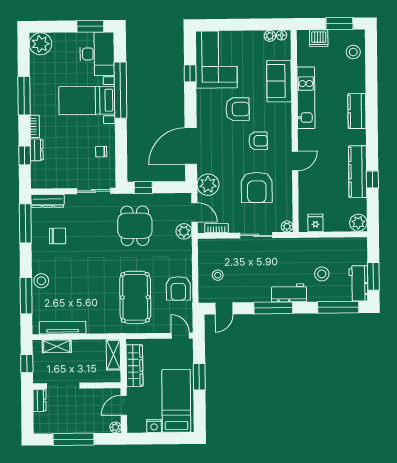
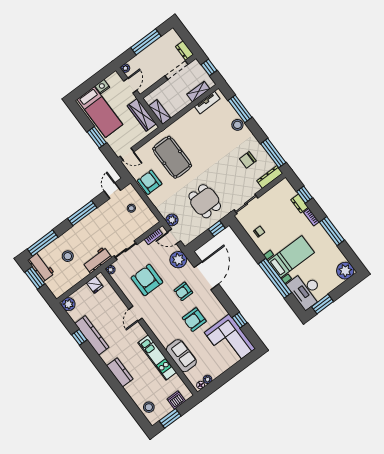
armchair: (258, 141) -> (183, 291), moved
workbench: (289, 293) -> (97, 260), moved, turned 180
tv unit: (63, 328) -> (207, 103), width x0.71

